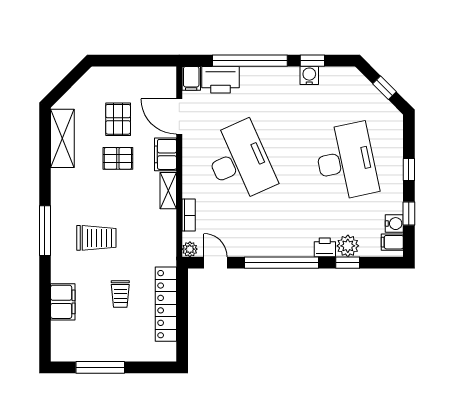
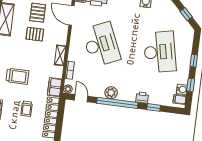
filing cabinet: (165, 154) -> (55, 87), moved
plant: (348, 246) -> (111, 93), moved

